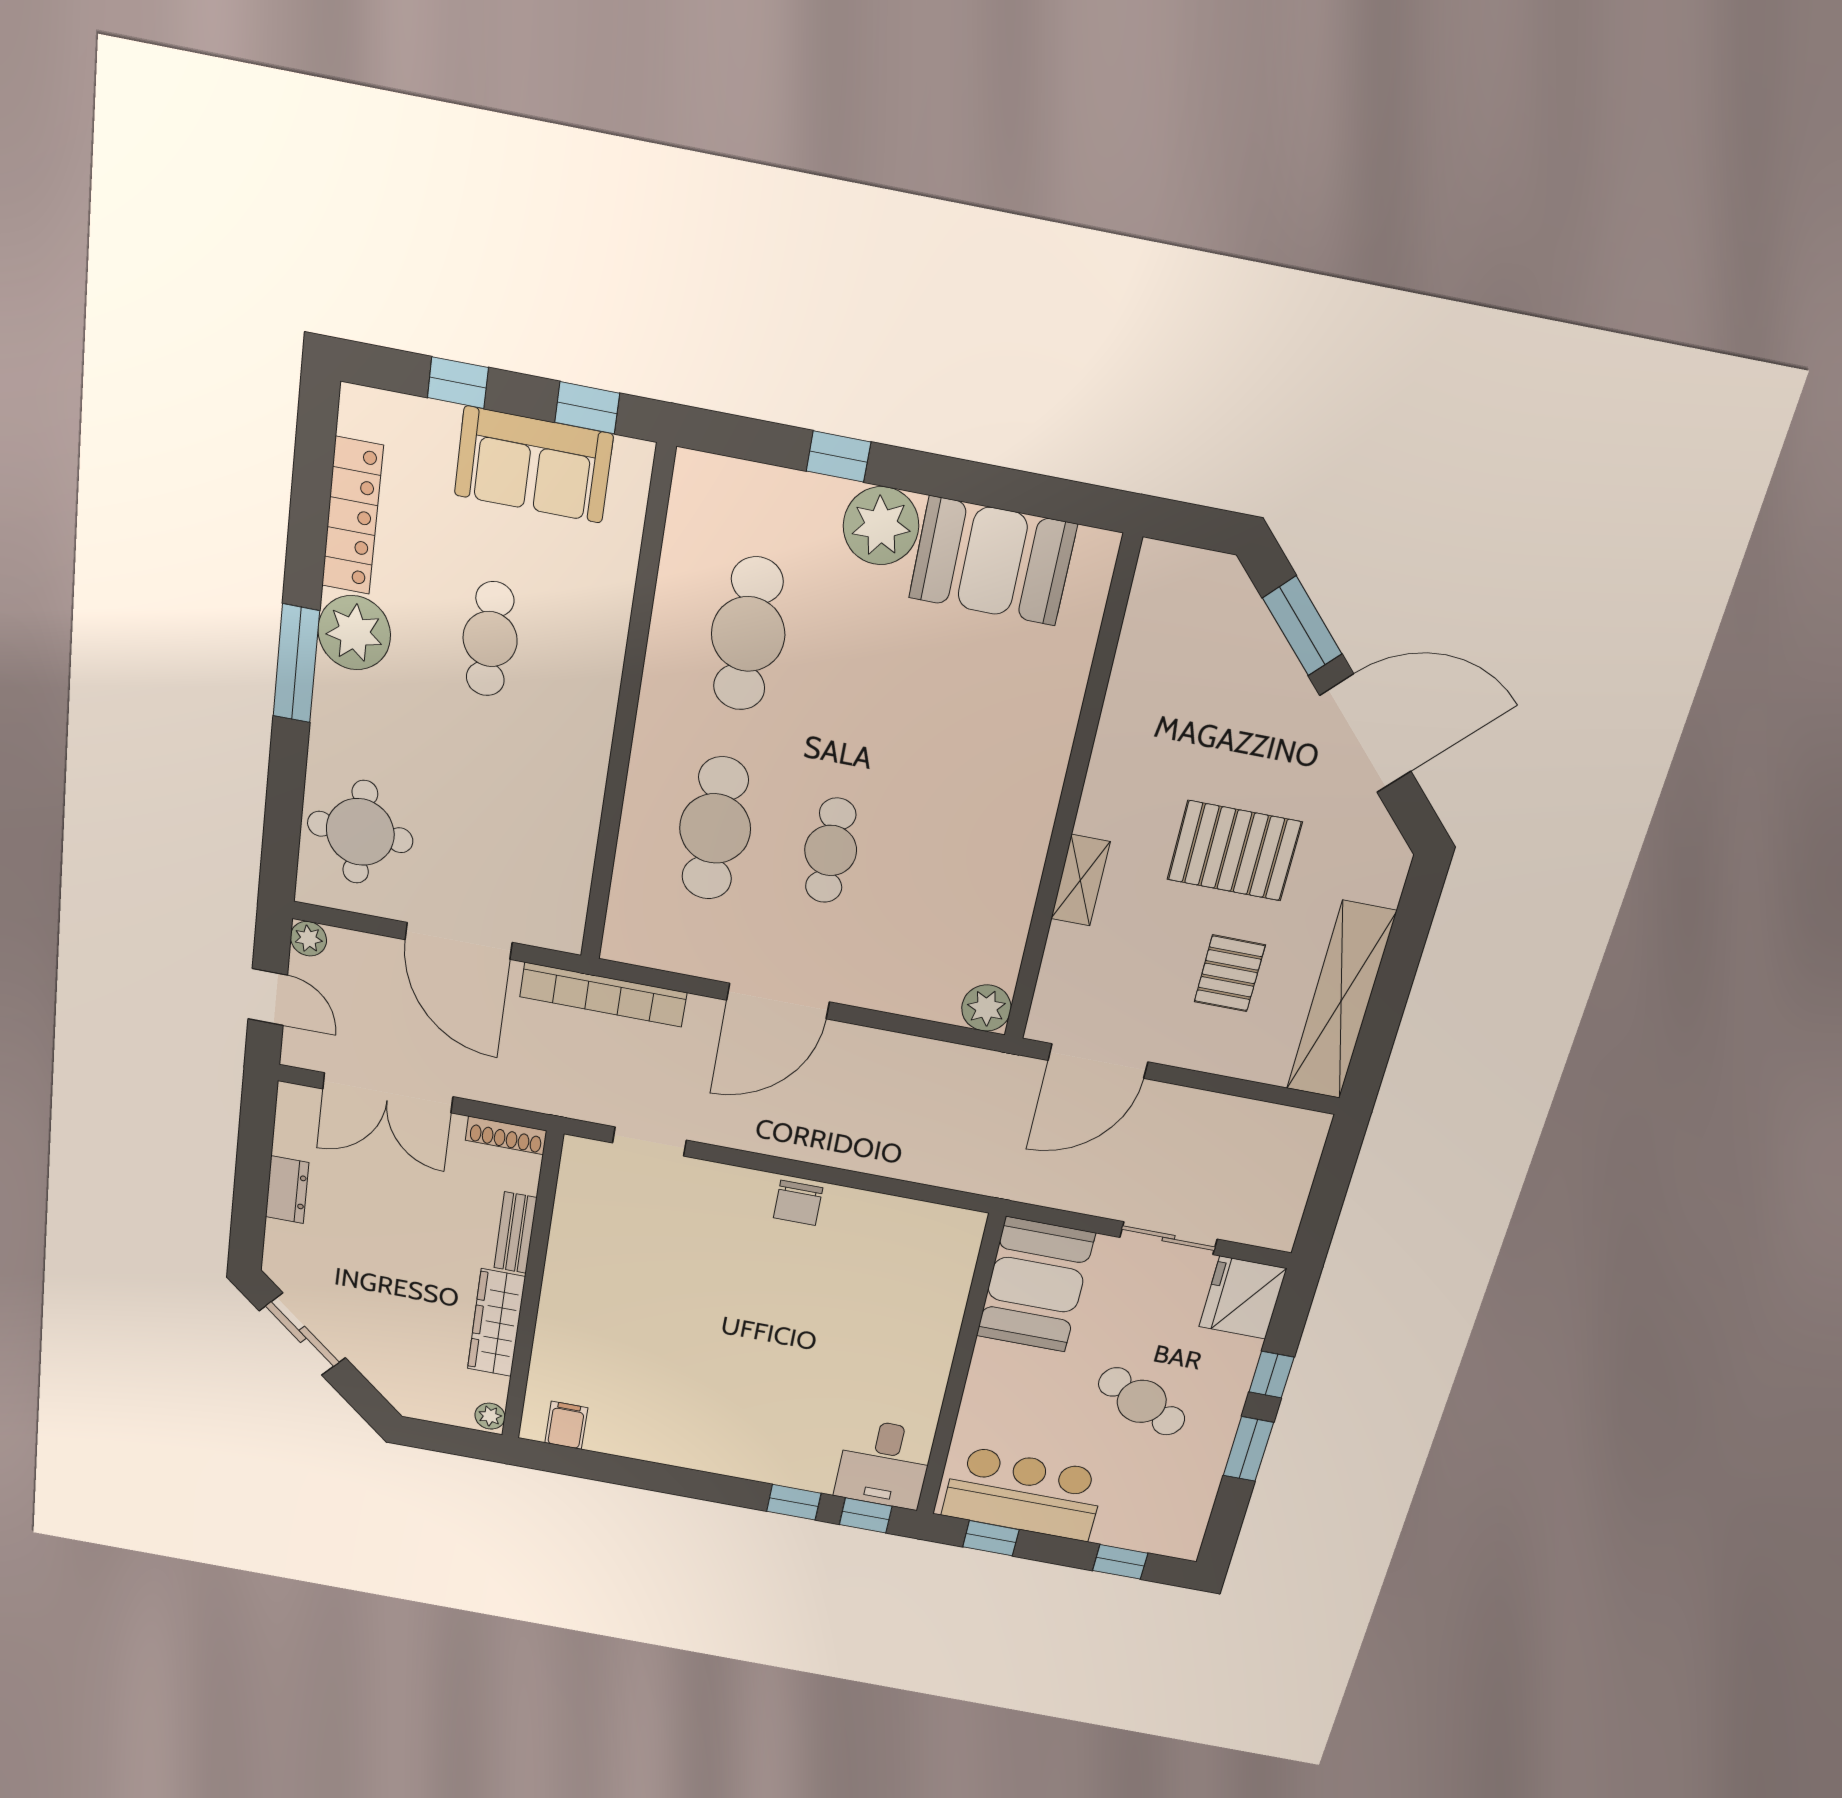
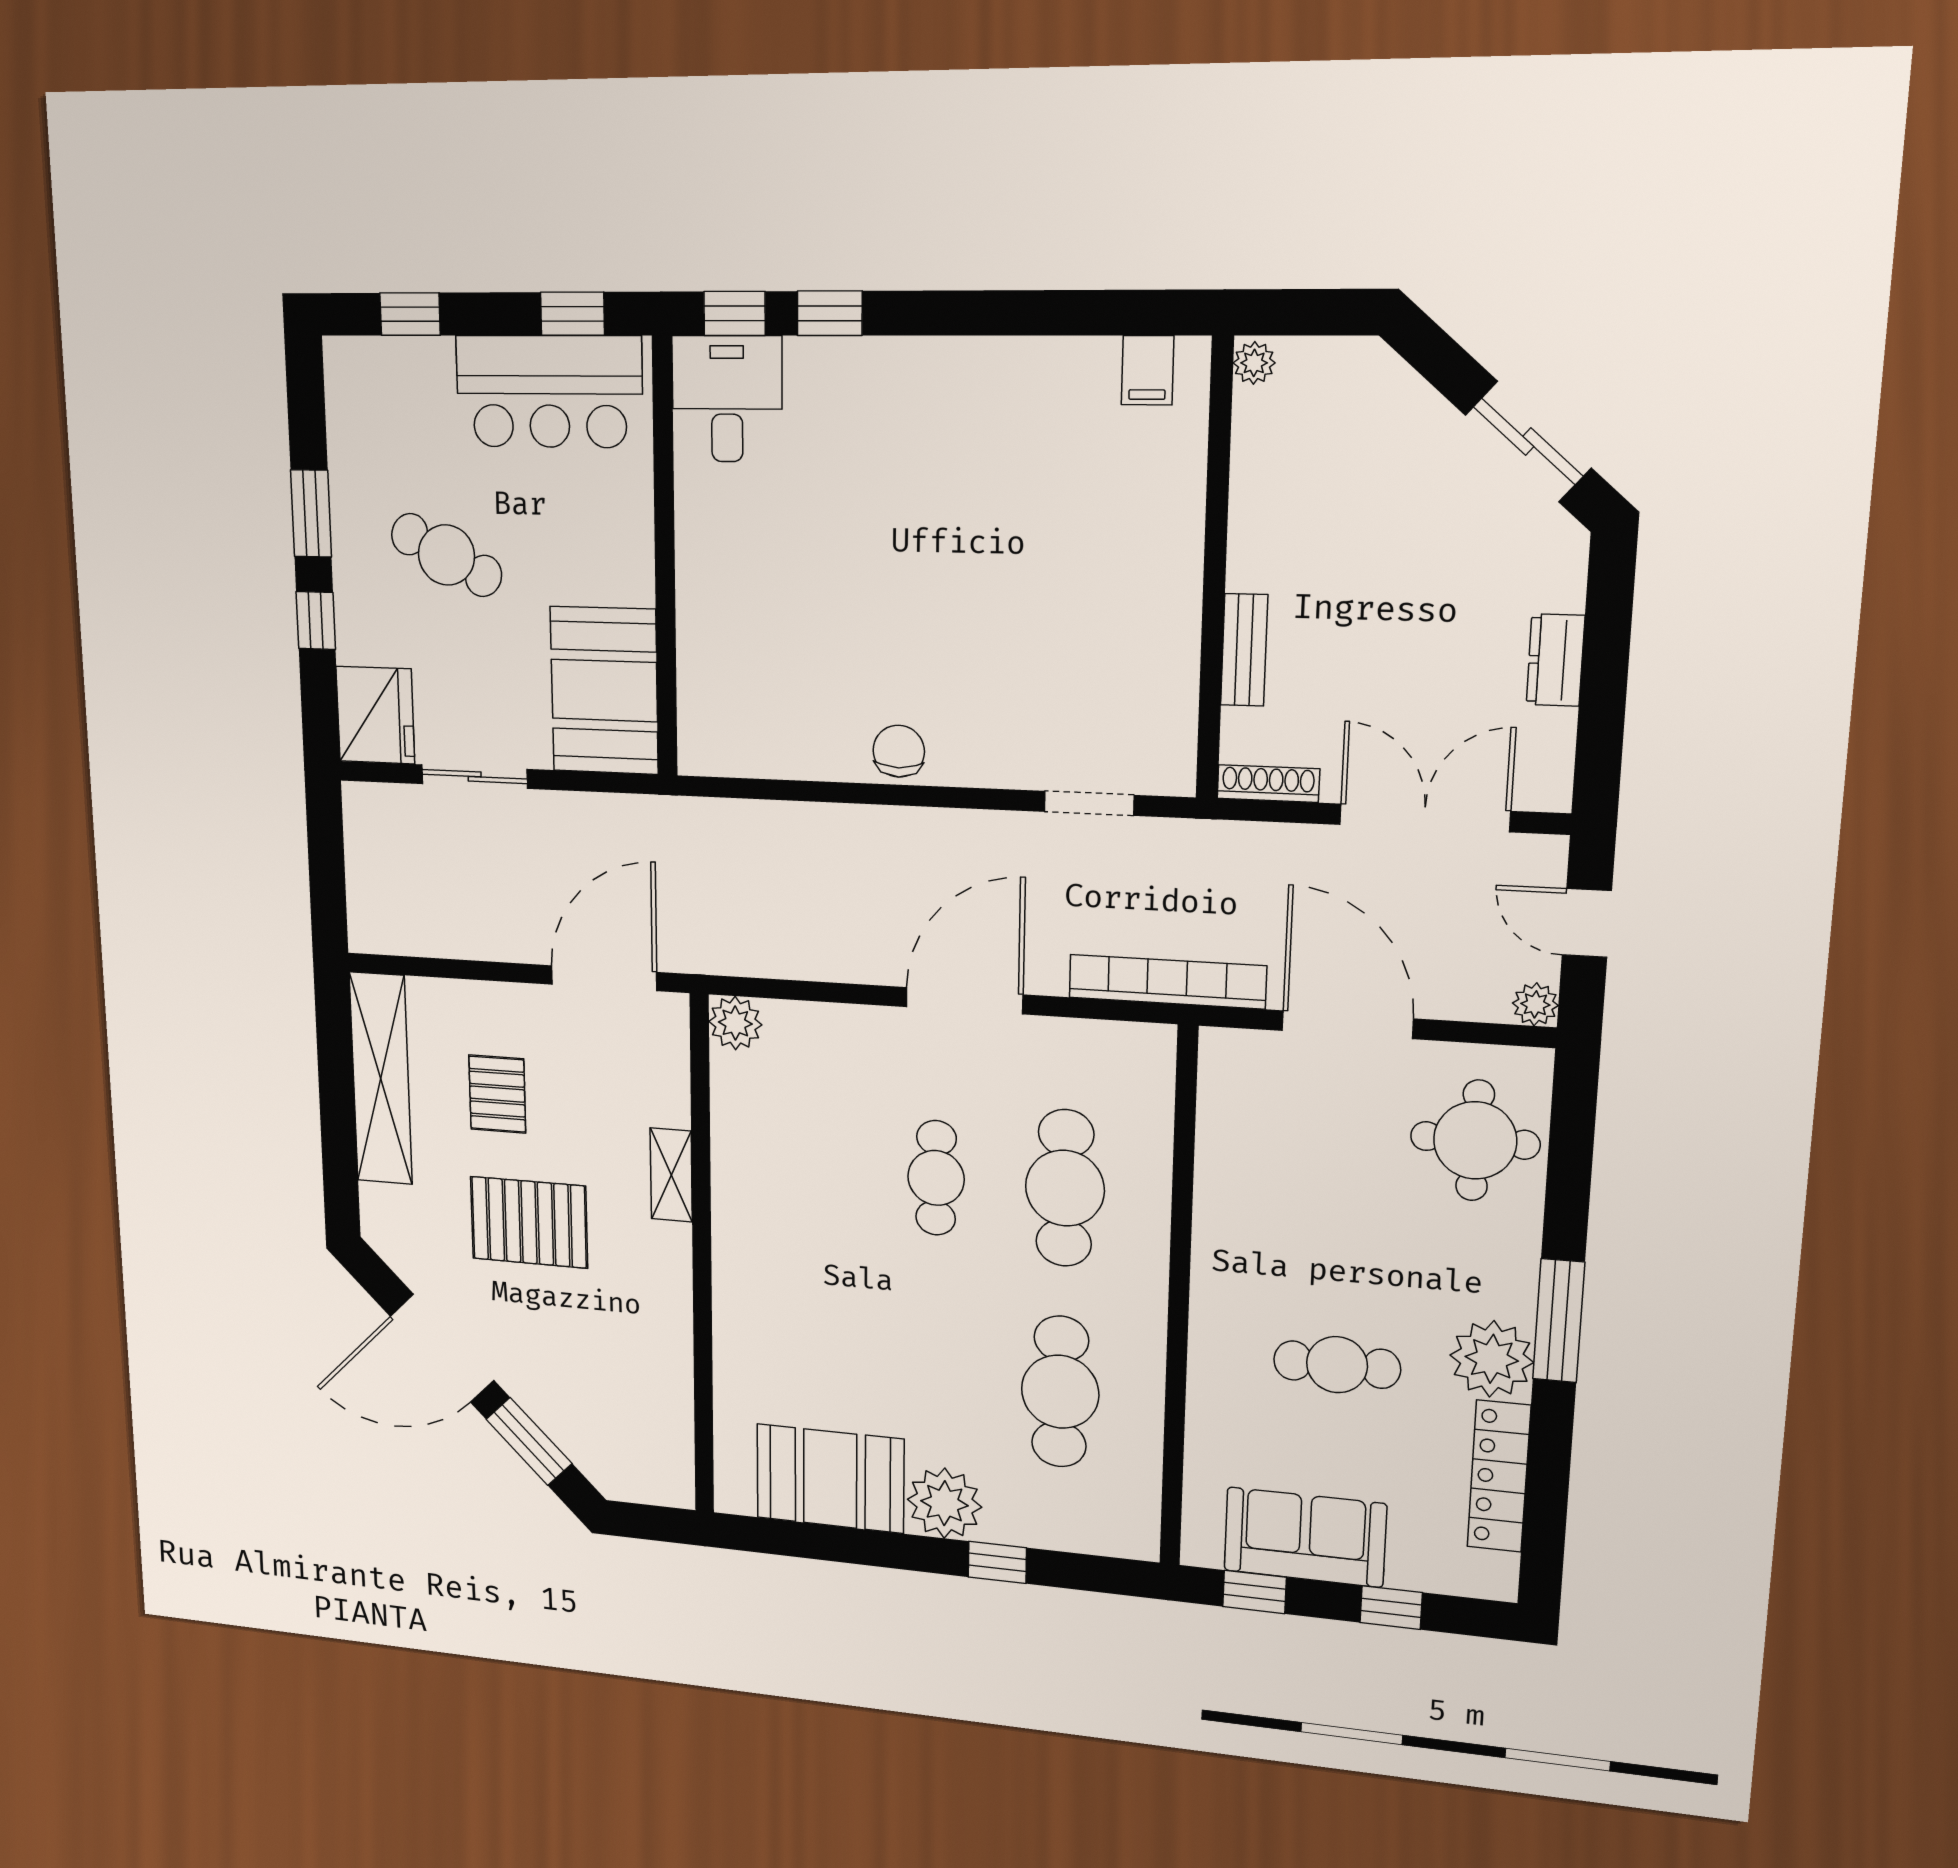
cafe table: (490, 639) -> (1337, 1365), turned 90
wardrobe: (496, 1323) -> (1258, 512), removed

